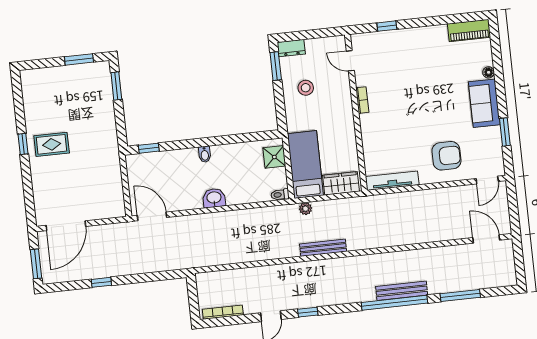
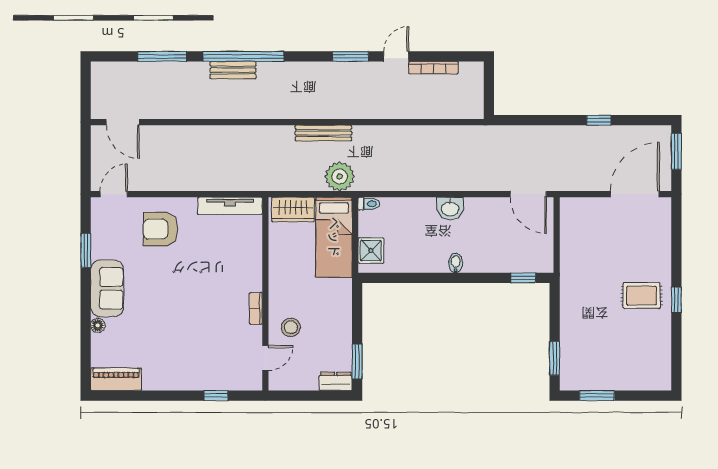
door: (350, 61) -> (265, 358), hinge flipped
stool: (306, 88) -> (291, 327), moved
plant: (306, 209) -> (340, 176), width x1.88, depth x1.88
bench: (402, 291) -> (233, 70), width x0.73
bookcase: (223, 312) -> (433, 68), moved
window: (308, 312) -> (351, 56), width x1.50

